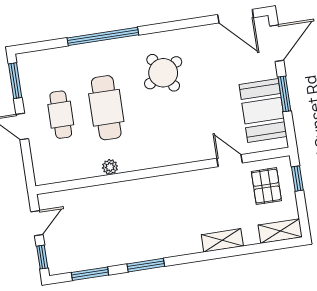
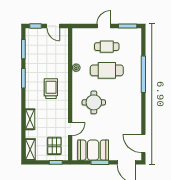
door: (236, 16) -> (143, 143), hinge flipped
round table: (163, 73) -> (94, 102), moved, turned 31
pallet: (266, 186) -> (54, 146), turned 90
trolley: (158, 209) -> (51, 89), added

